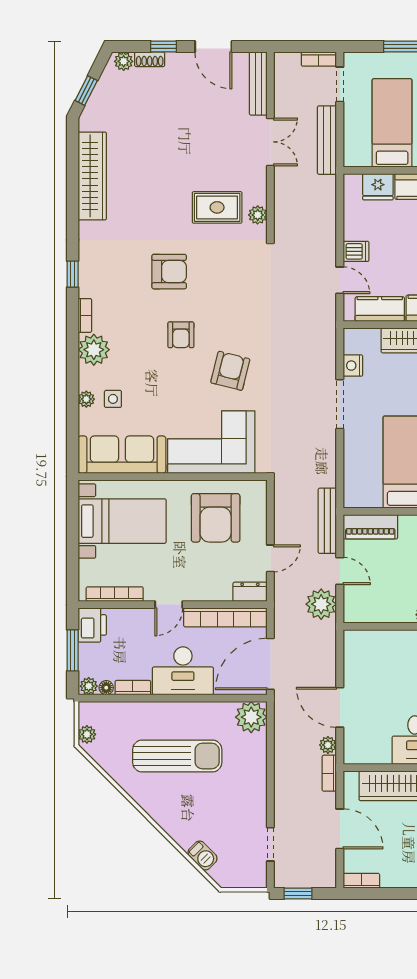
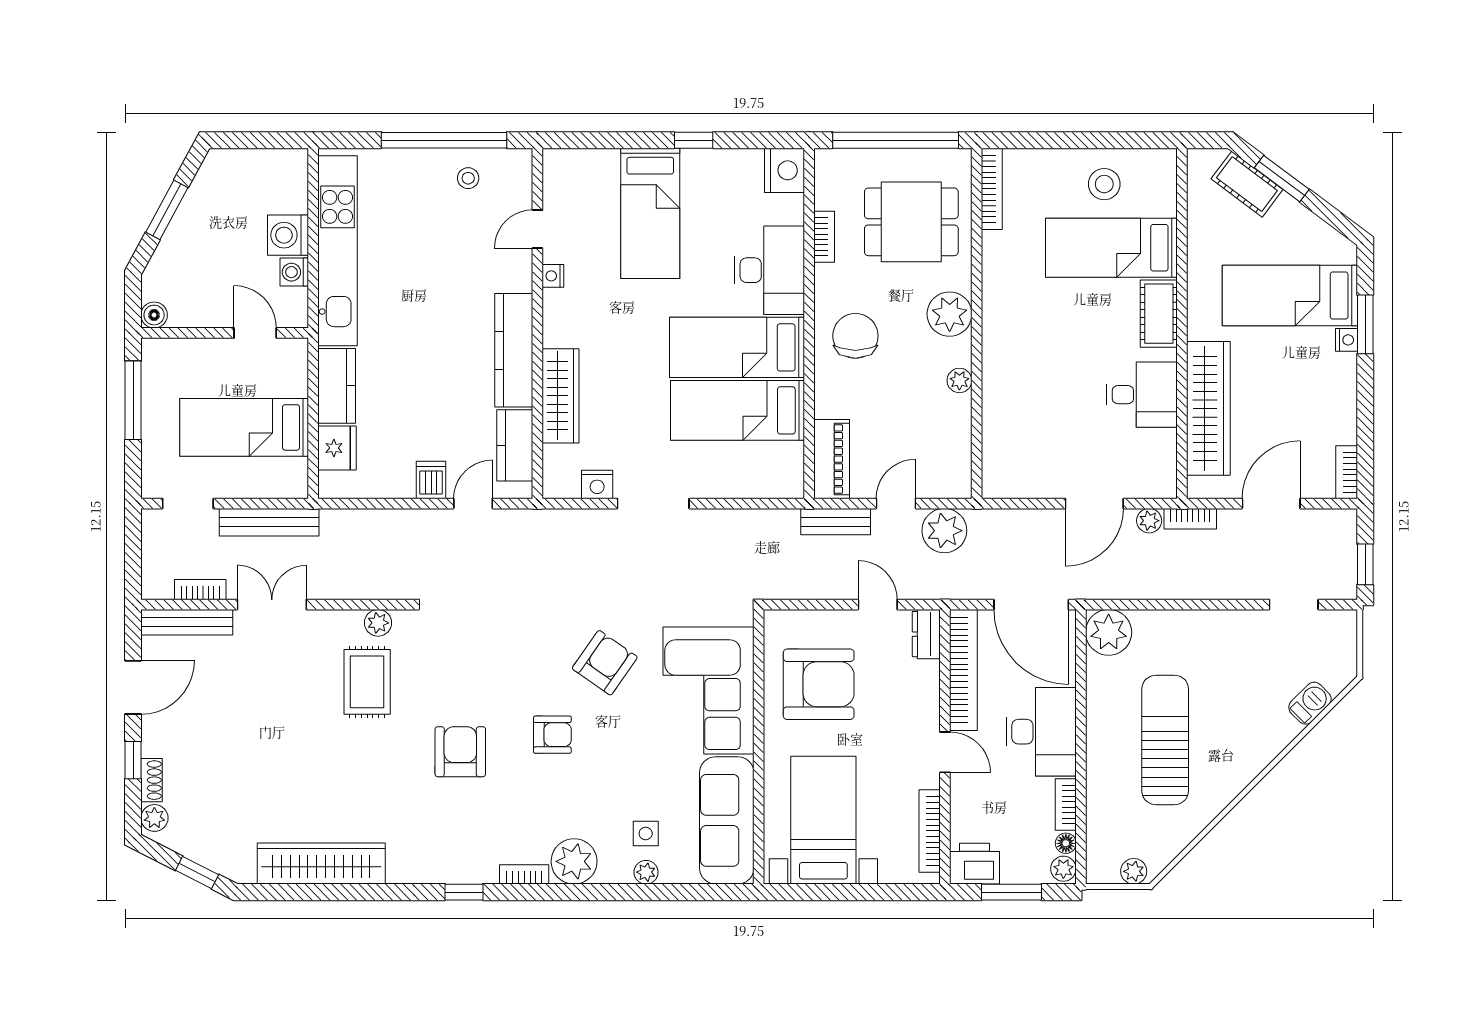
bookcase: (319, 59) -> (200, 590), moved, turned -90
armchair: (230, 371) -> (605, 663), turned 111
bench: (327, 521) -> (836, 522), width x0.73

